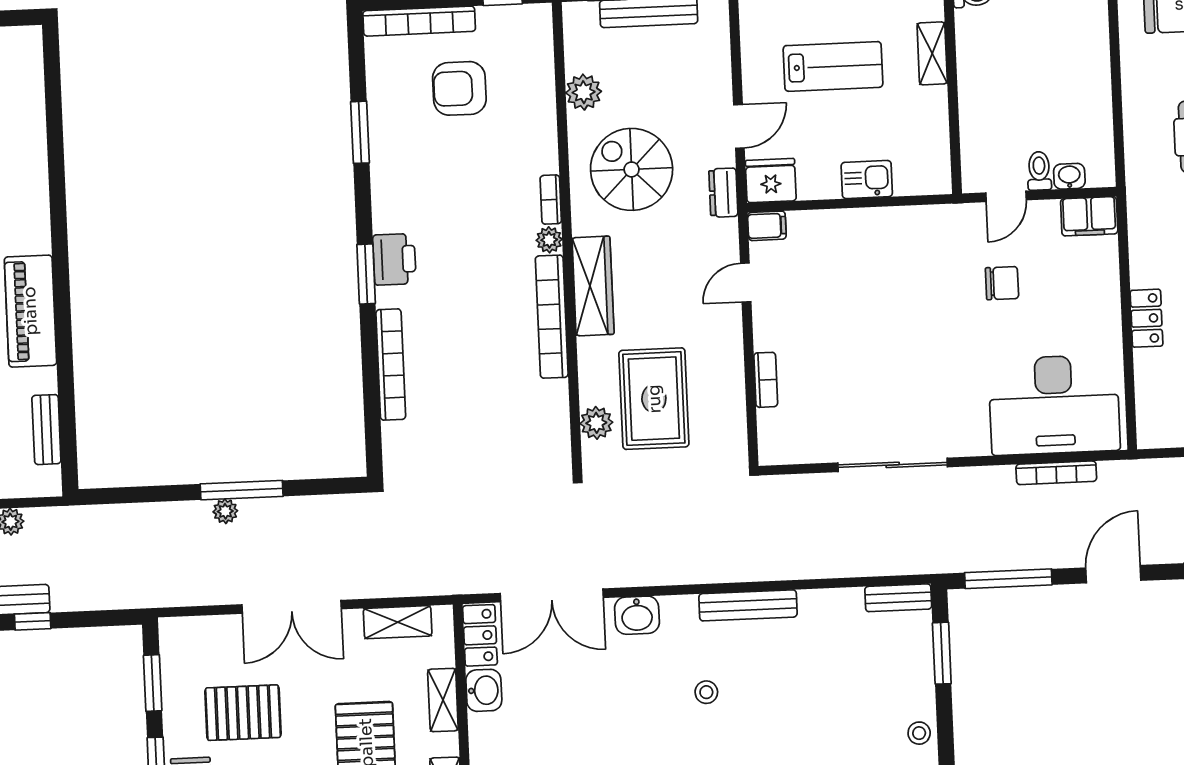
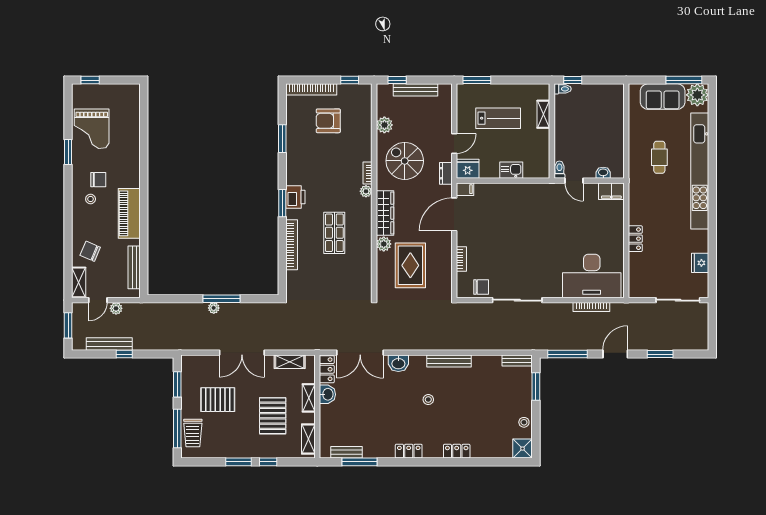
toilet: (1039, 171) -> (559, 170), moved
door: (1006, 196) -> (574, 181), hinge flipped
door: (746, 282) -> (454, 214), width x1.87
chair: (1002, 283) -> (481, 287), moved
bookcase: (552, 317) -> (366, 226), removed
shop shelf: (484, 334) -> (334, 233), added
plant: (596, 423) -> (384, 244), moved
bench: (46, 430) -> (134, 267), width x1.36

